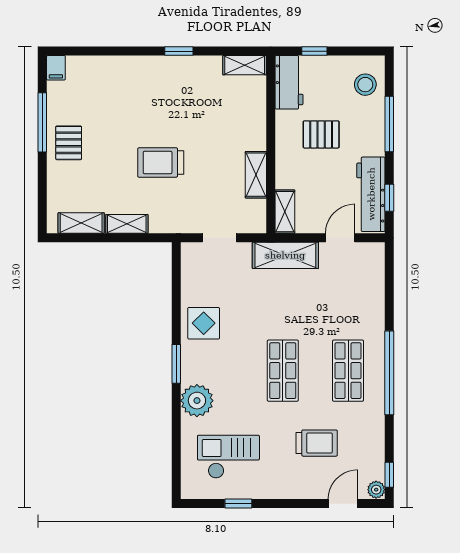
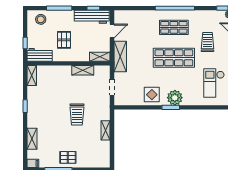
shelving: (81, 223) -> (32, 139), moved
door: (340, 238) -> (112, 31), swing flipped
shop shelf: (283, 371) -> (174, 58), width x1.43, depth x1.36
plant: (197, 401) -> (175, 98), moved

